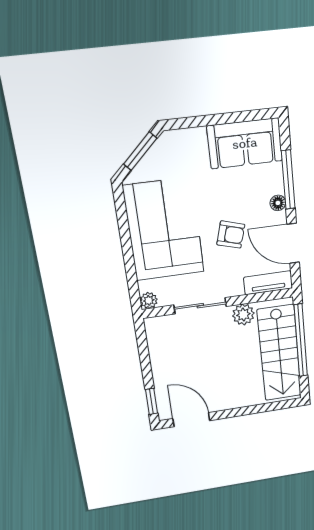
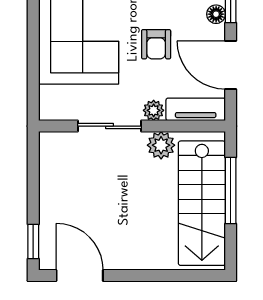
armchair: (231, 235) -> (156, 44), turned 74
plant: (149, 300) -> (154, 110), moved
window: (301, 340) -> (231, 191), width x0.68

